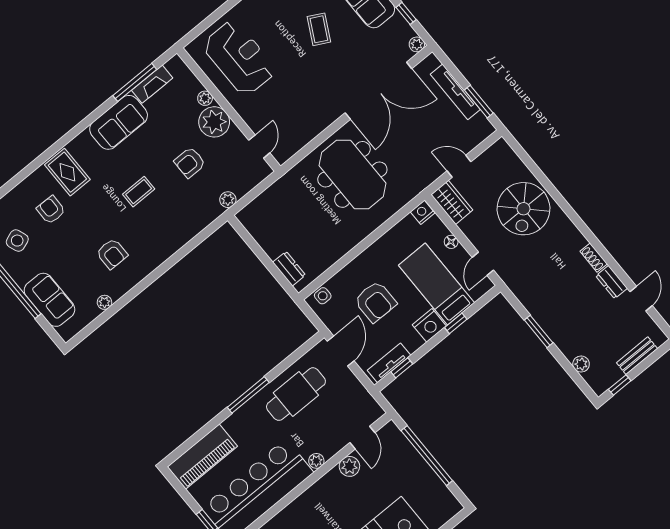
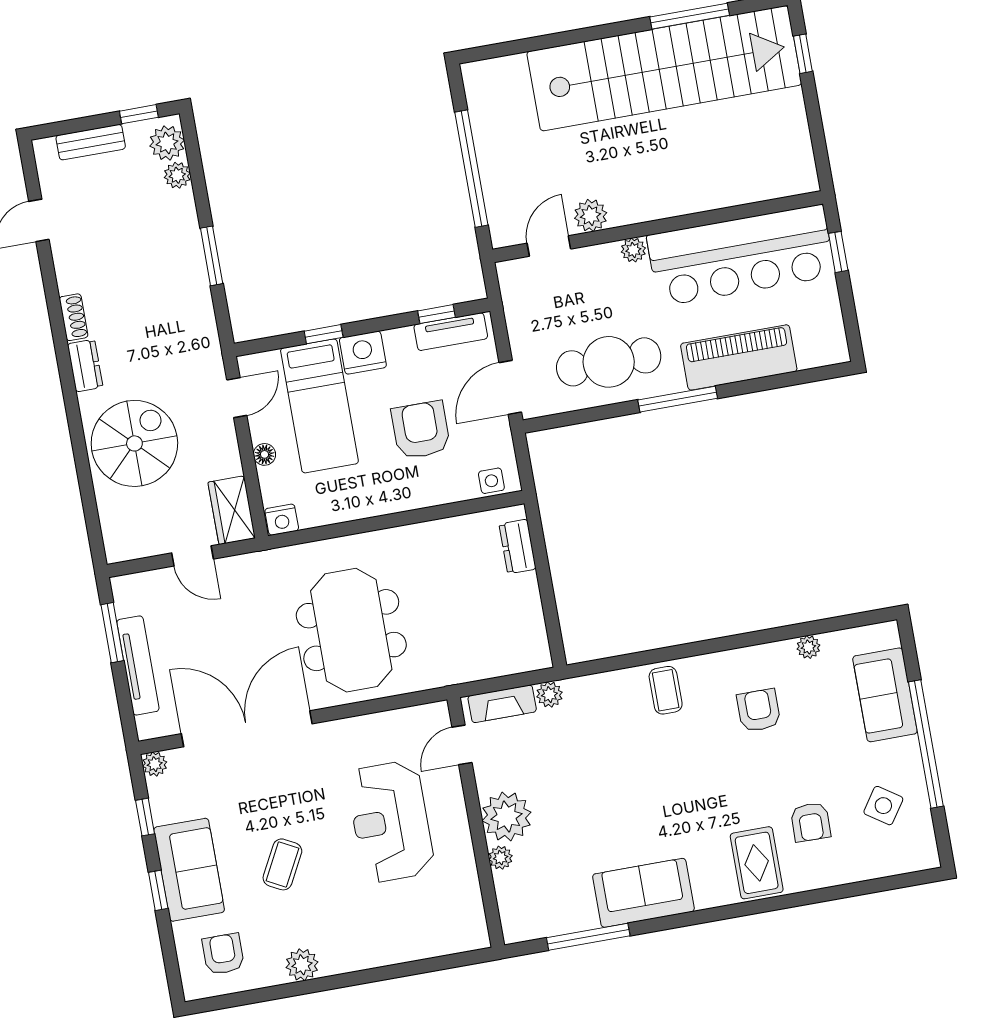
reception desk: (239, 58) -> (391, 822), moved
fireplace: (152, 84) -> (502, 704), moved, turned 180
armchair: (190, 162) -> (574, 778), removed
coffee table: (139, 192) -> (666, 690), moved, turned 90
side table: (17, 241) -> (883, 806), turned -36
dresser: (612, 282) -> (85, 366), moved
plant: (596, 378) -> (167, 143), added
piano: (202, 457) -> (739, 357), moved

